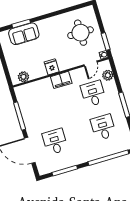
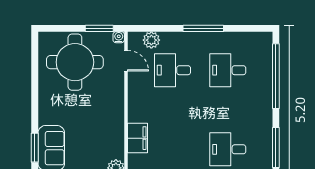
round table: (81, 33) -> (75, 62), width x1.36, depth x1.36
fridge: (52, 67) -> (114, 121), removed
filing cabinet: (61, 80) -> (138, 138), moved

